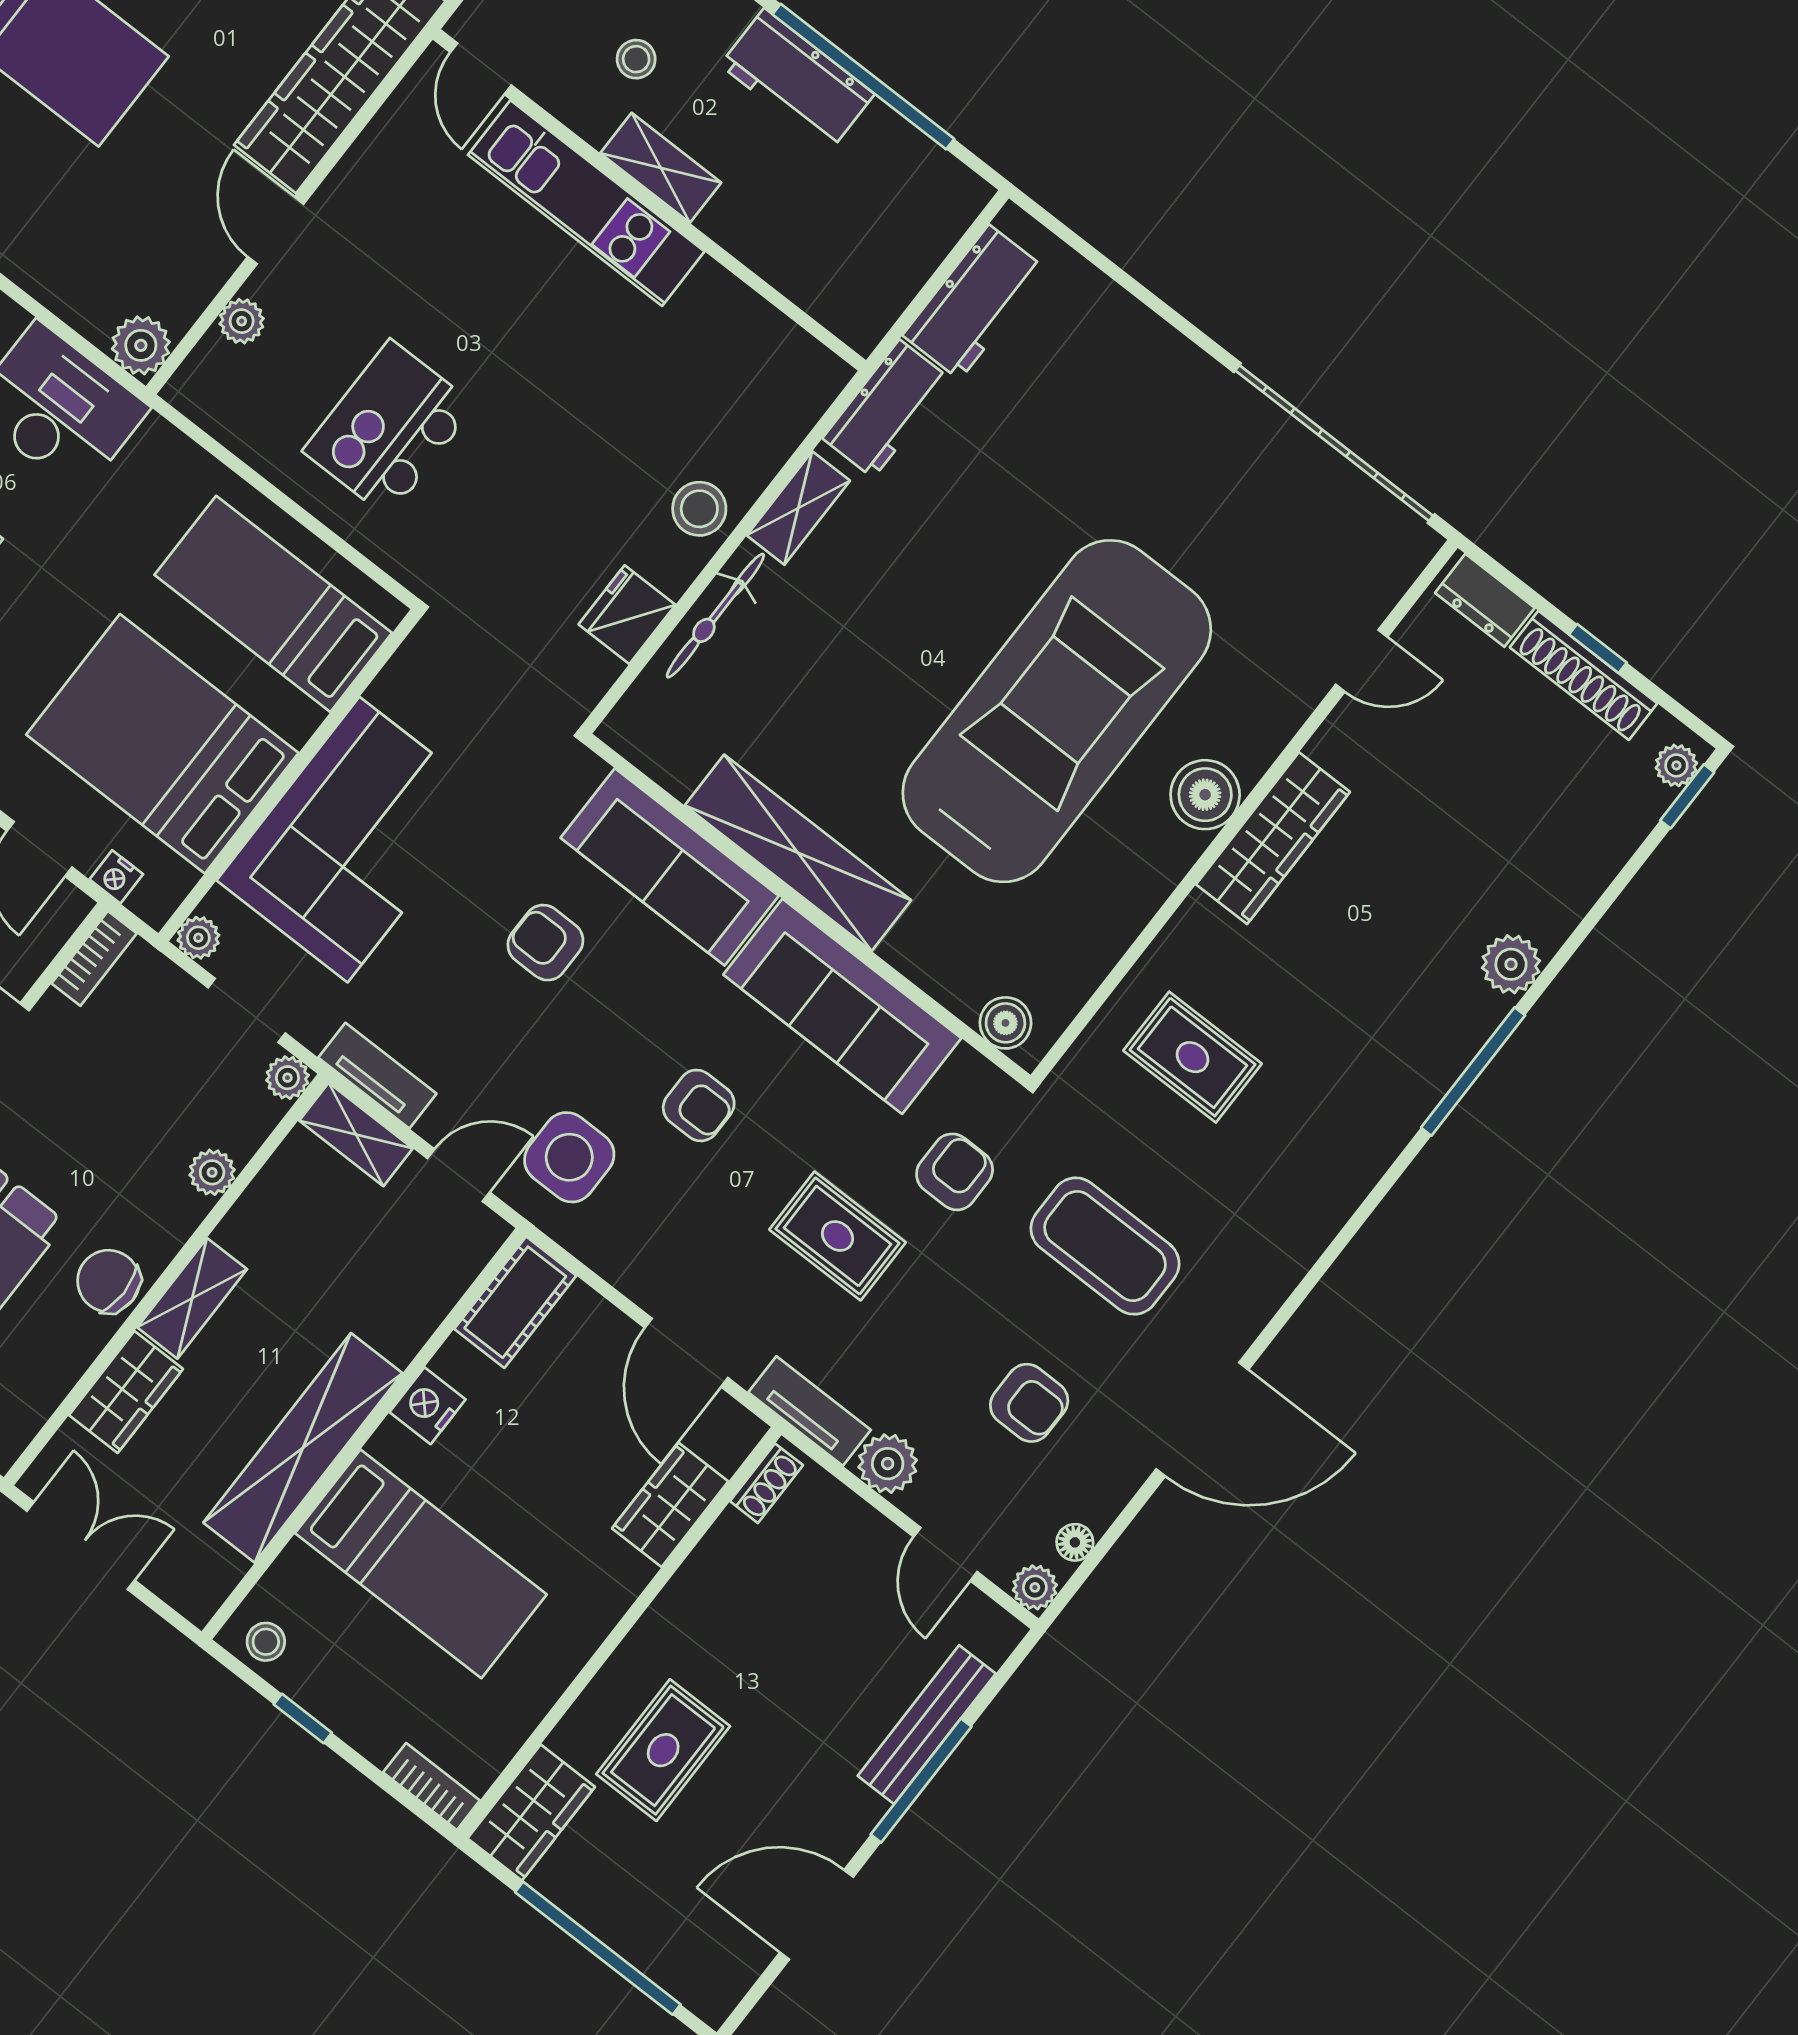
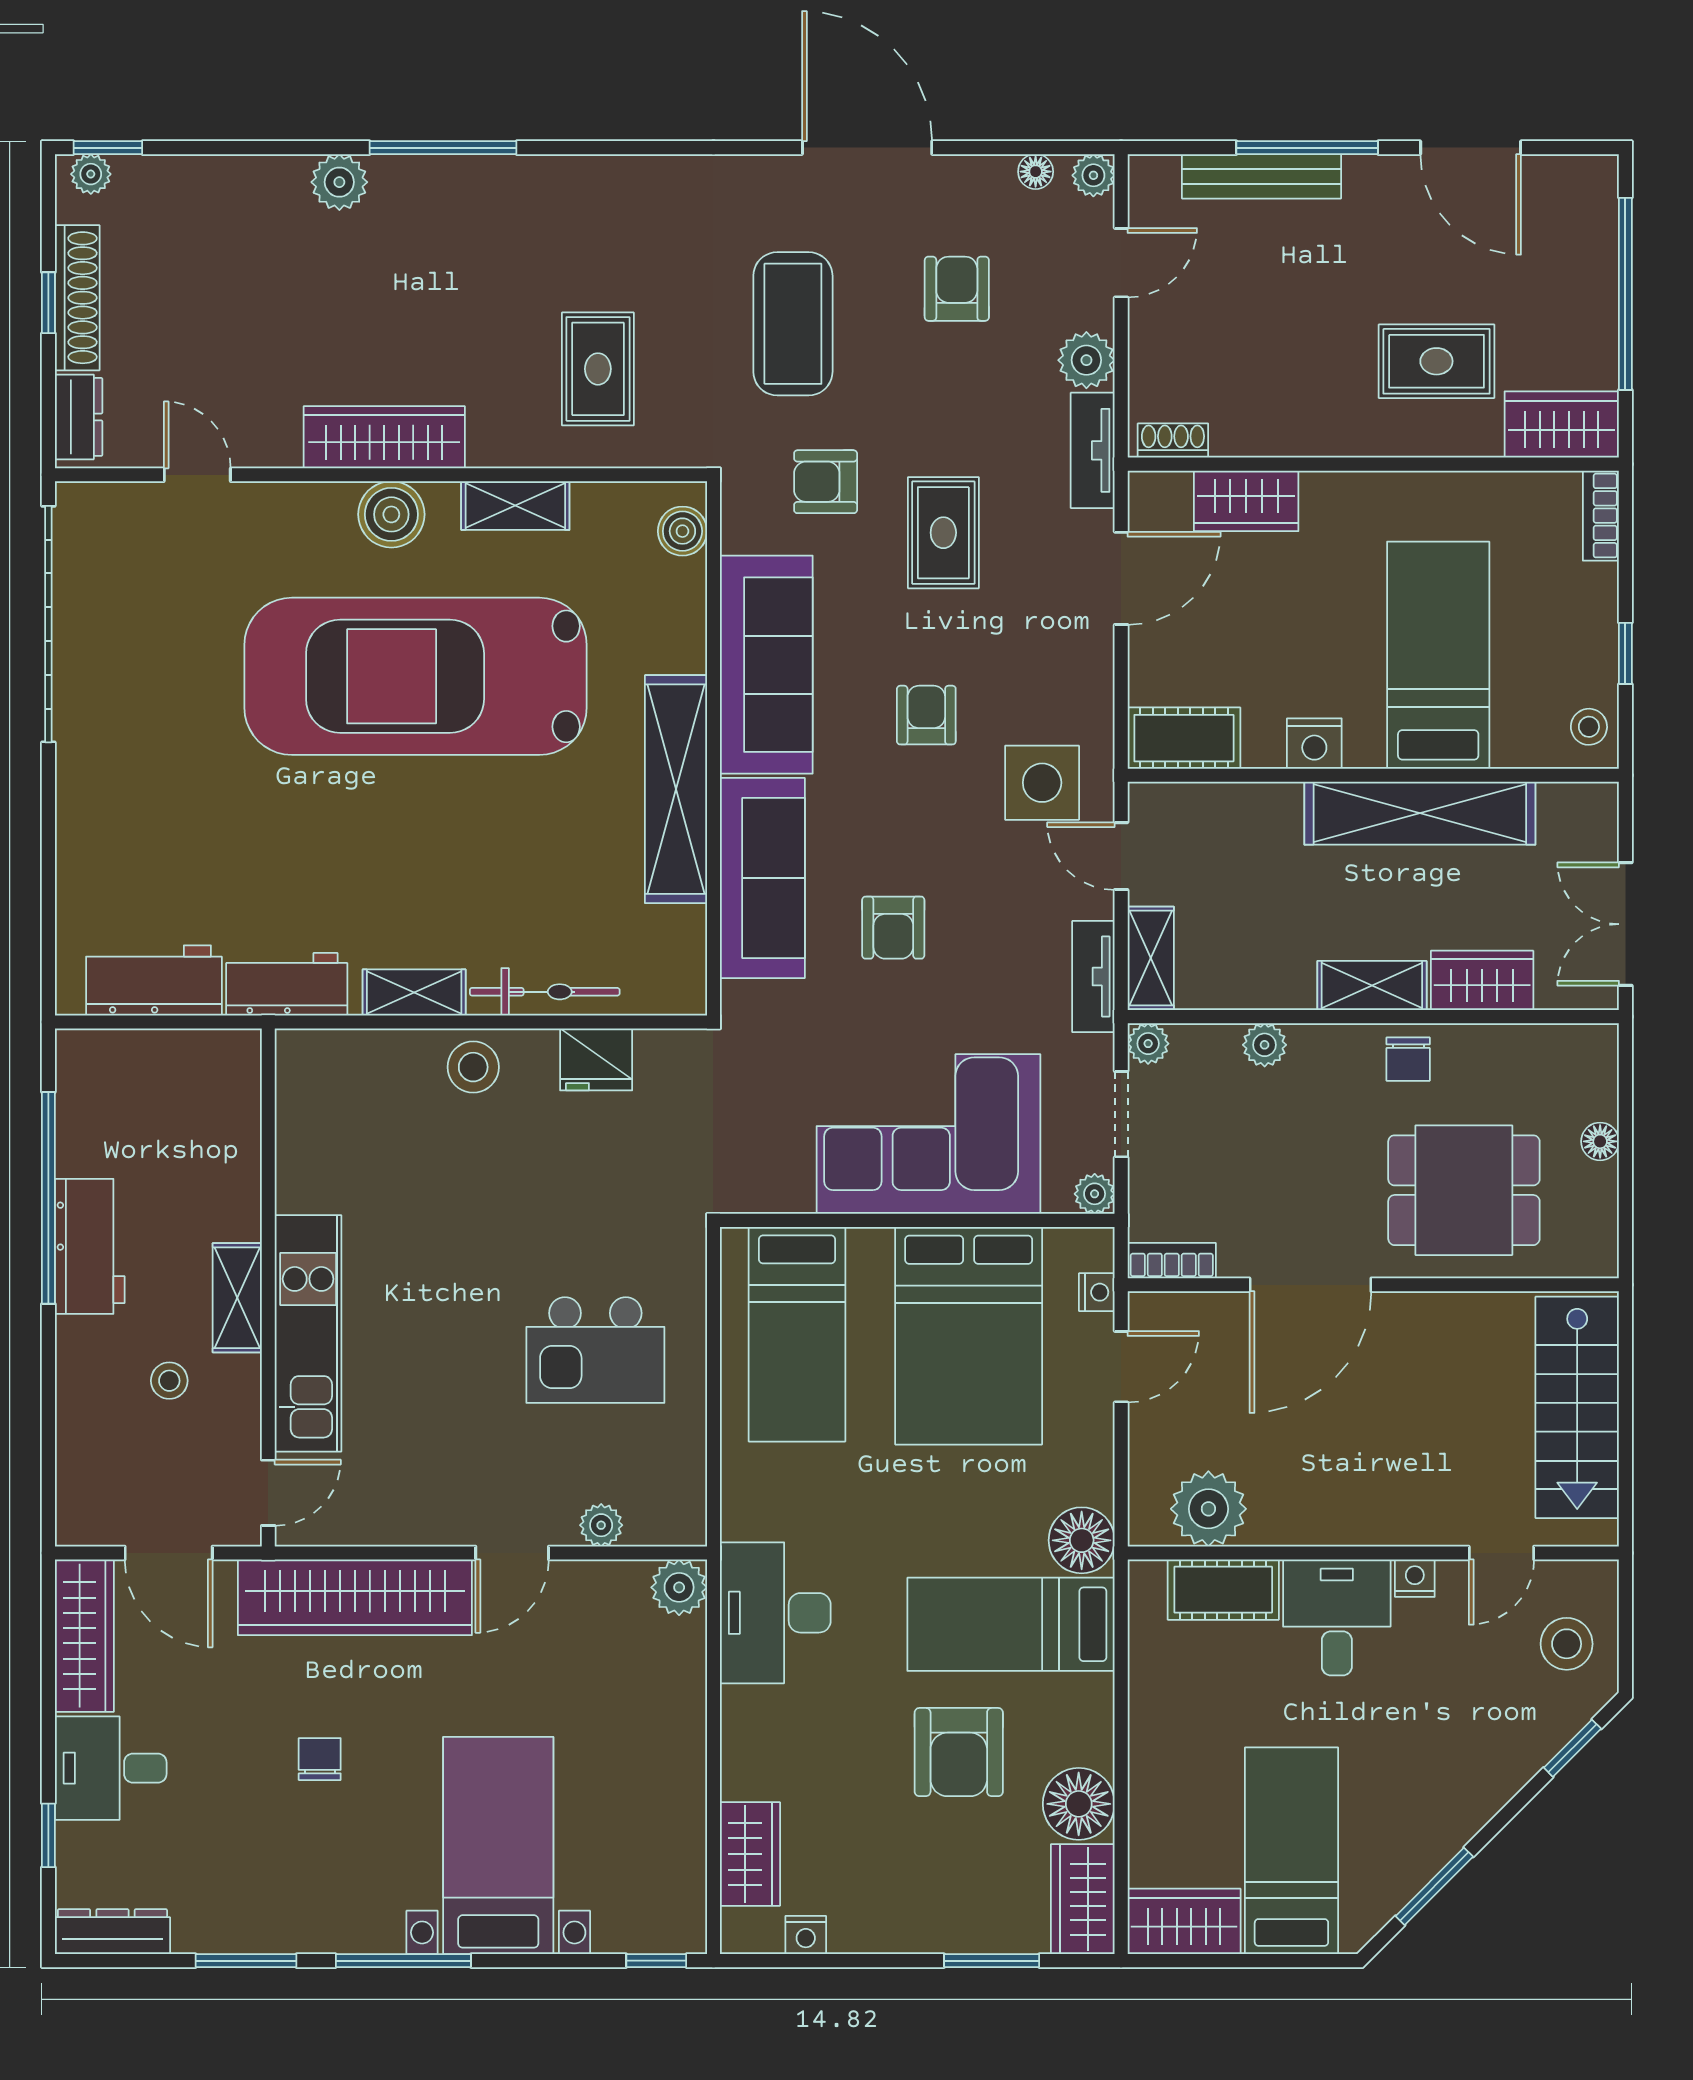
shelving: (1133, 902) -> (515, 506), added
chair: (109, 1281) -> (1408, 1059), width x0.73, depth x0.73

